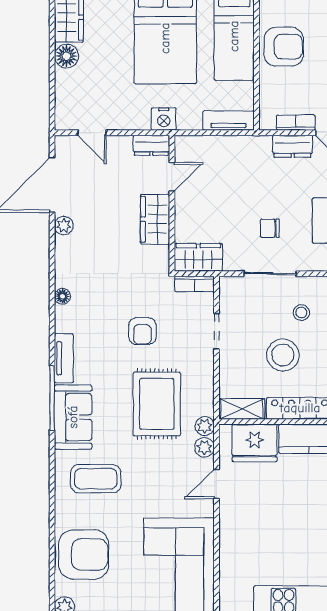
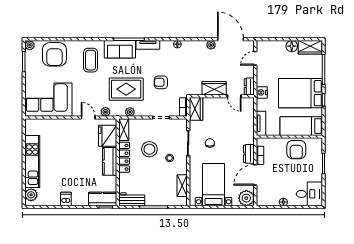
plant: (205, 426) -> (130, 112), moved

